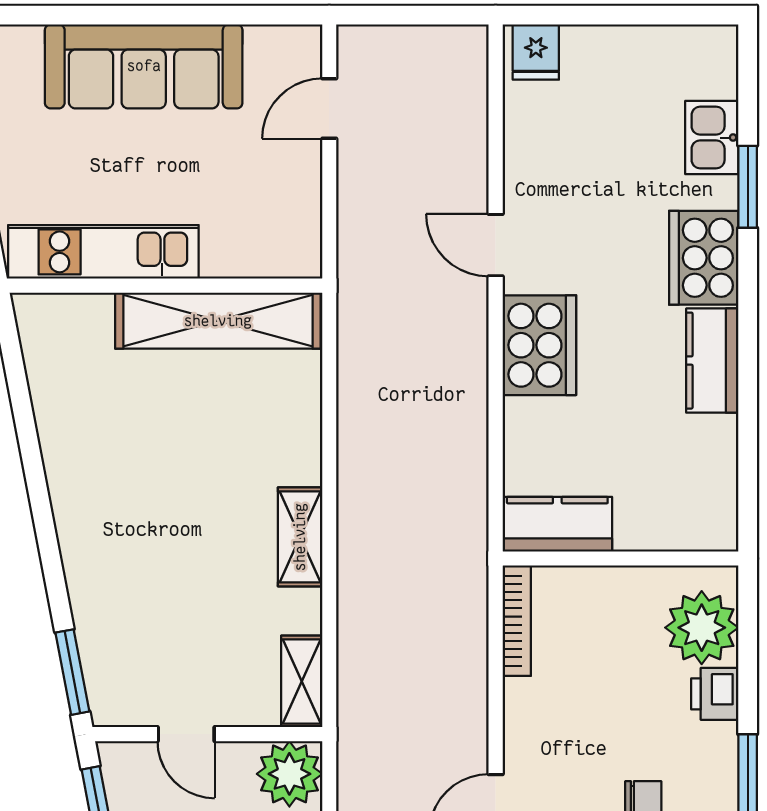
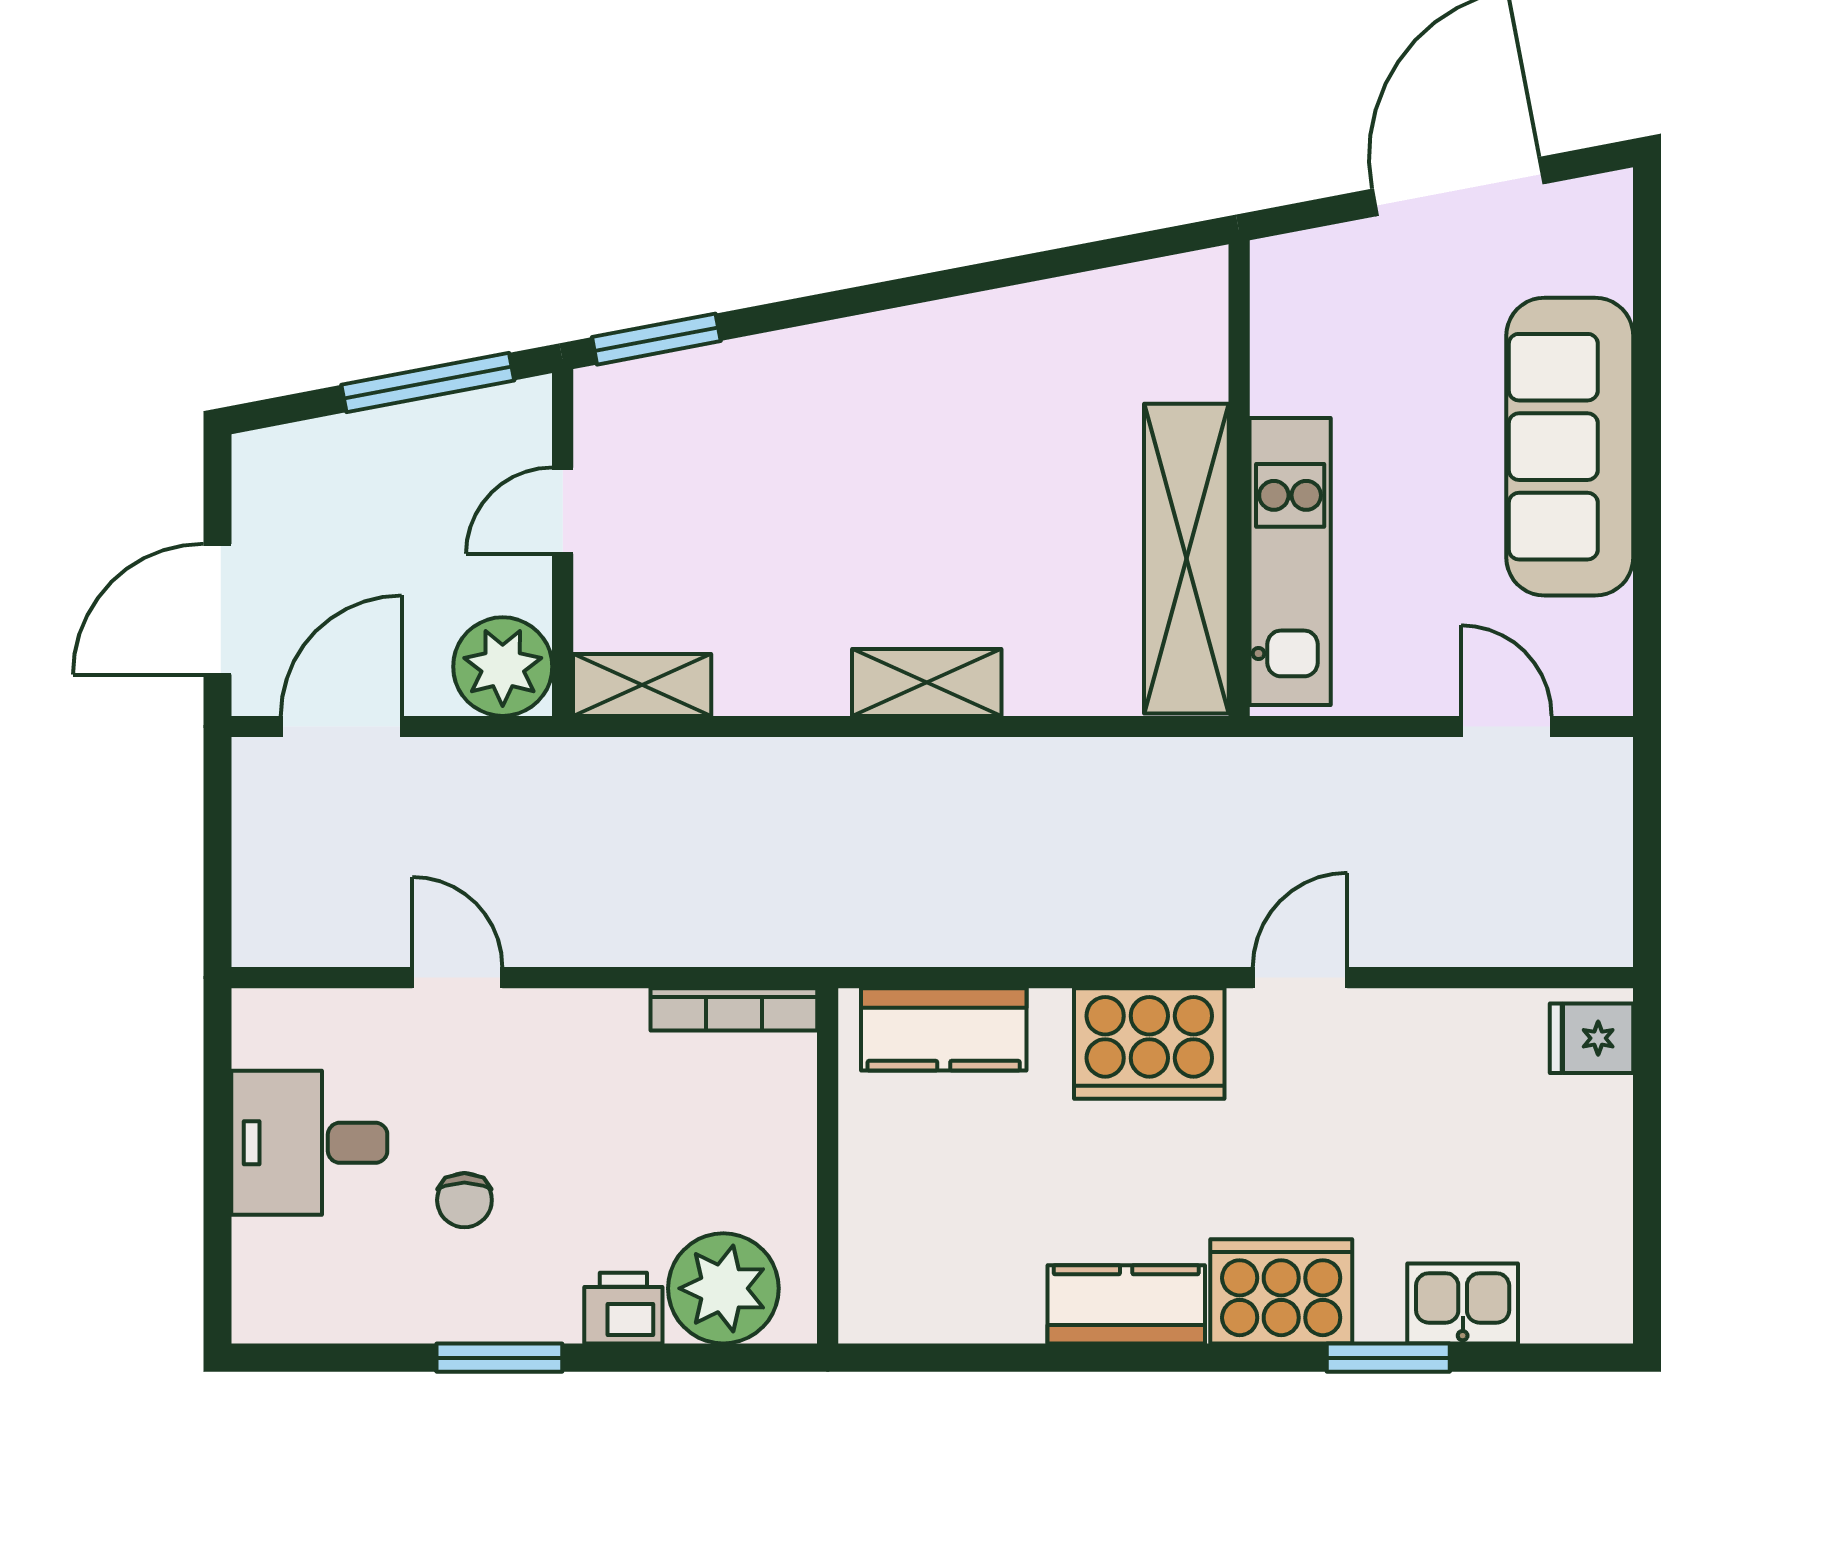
kitchen unit: (103, 252) -> (1290, 561), moved
kitchen counter: (557, 524) -> (944, 1029), moved, turned 90
shelving: (300, 537) -> (927, 682), moved

